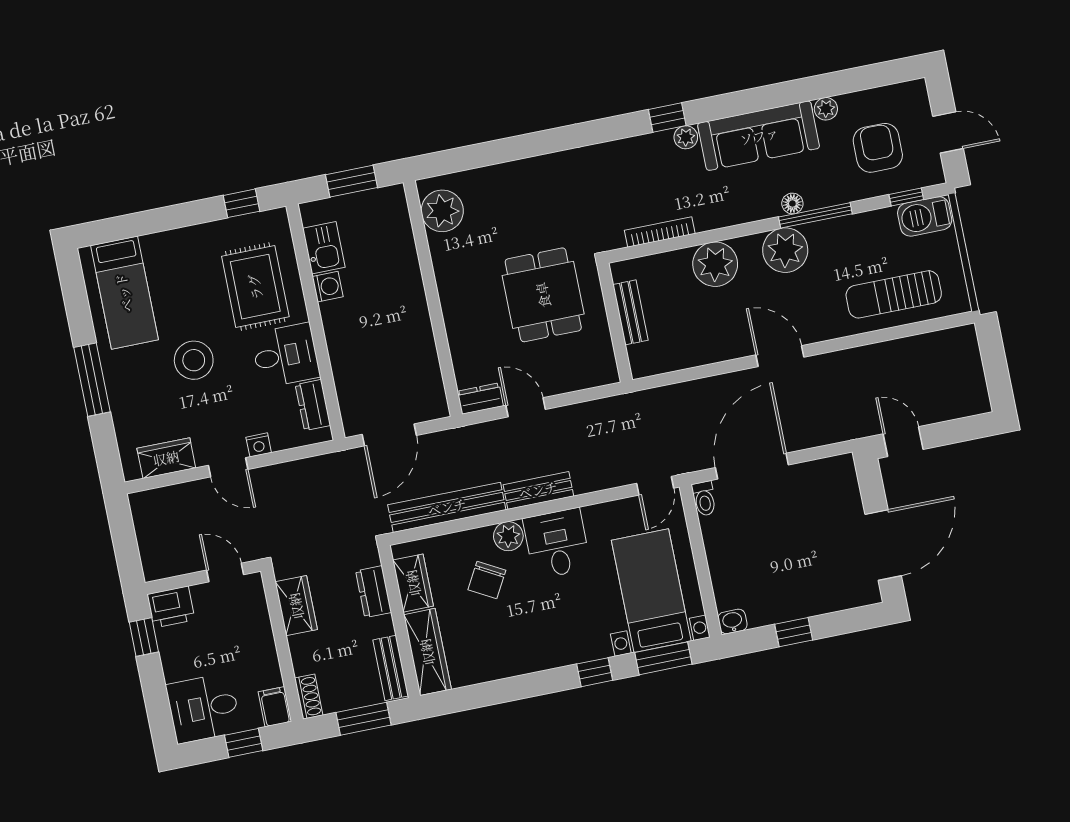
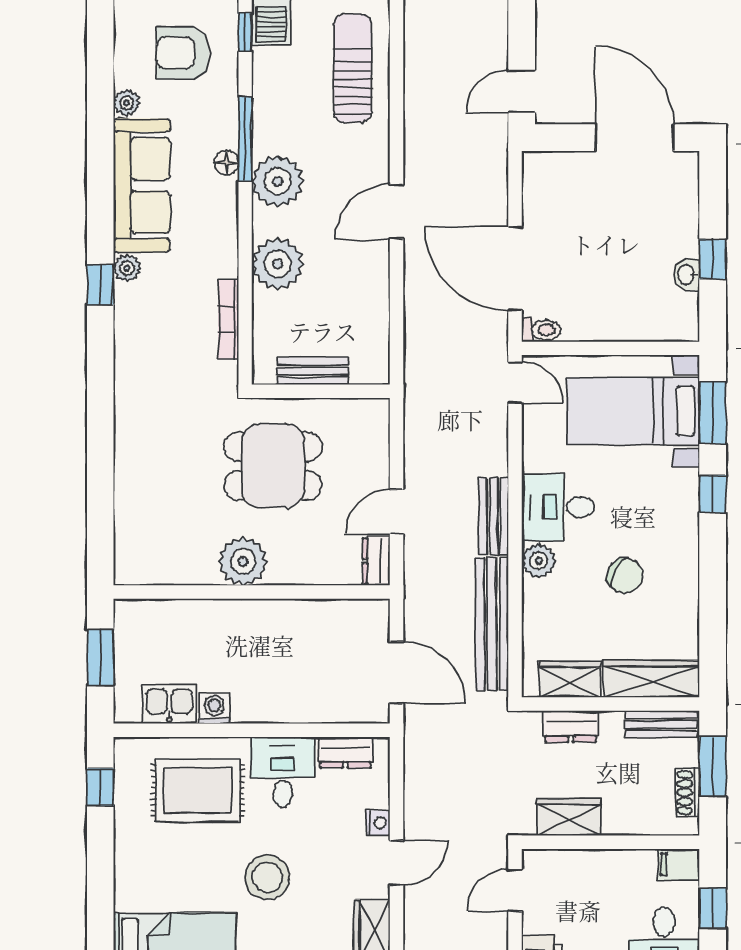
plant: (442, 211) -> (243, 561), moved
sun lounger: (894, 294) -> (353, 68), turned 180
chair: (487, 580) -> (625, 576), moved
washbasin: (732, 621) -> (687, 275), moved
shoe rack: (309, 697) -> (688, 793), moved, turned -90

